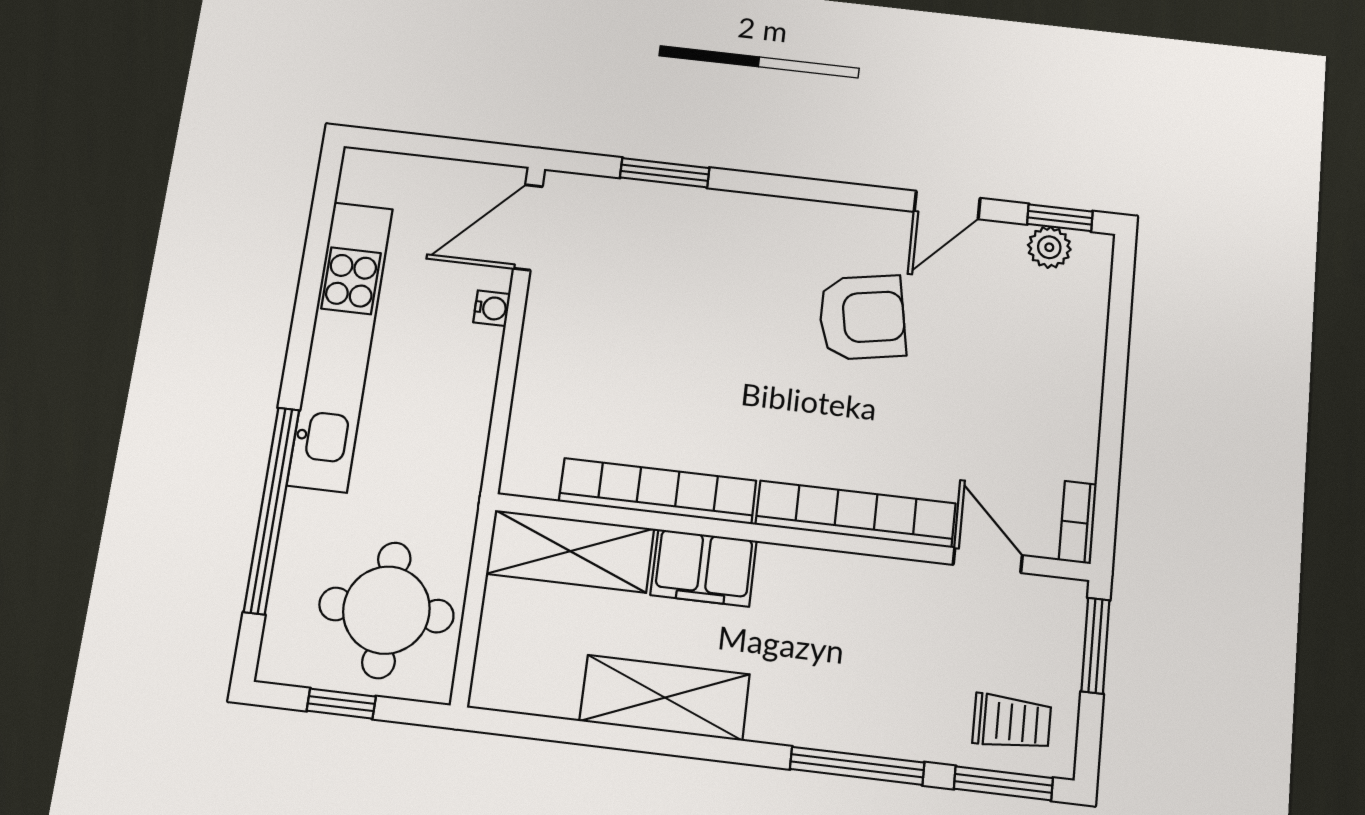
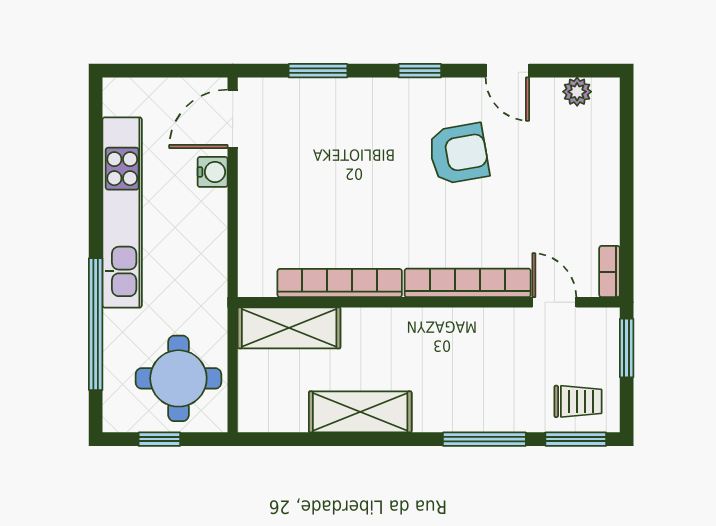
door: (947, 205) -> (507, 71), hinge flipped
window: (1060, 218) -> (420, 71), moved
water cooler: (492, 308) -> (213, 172), width x1.38, depth x1.38
filing cabinet: (704, 568) -> (375, 328), removed

